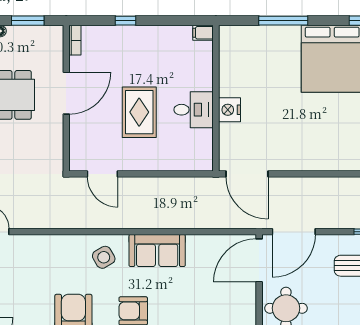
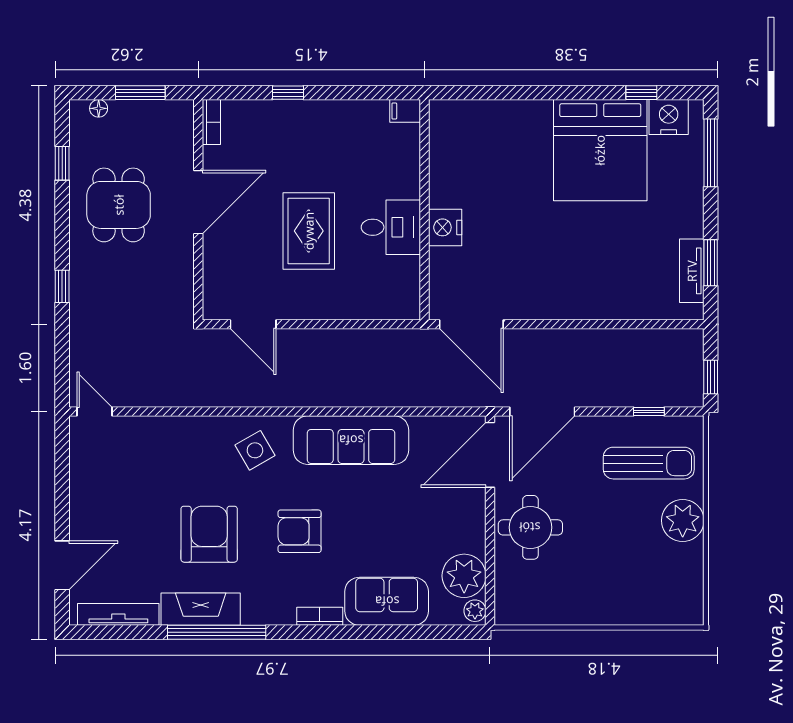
window: (283, 21) -> (526, 93), removed
sofa: (157, 250) -> (351, 440), width x1.36

